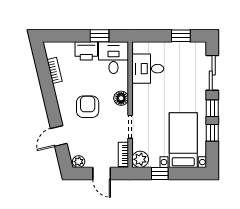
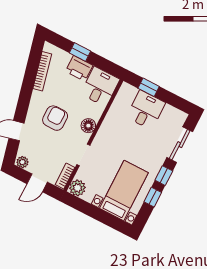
window: (99, 36) -> (80, 52), moved
window: (181, 36) -> (149, 87), moved
desk: (148, 69) -> (146, 110), moved, turned 90
bookcase: (54, 70) -> (42, 71), width x1.56
door: (102, 173) -> (37, 183), hinge flipped
window: (160, 173) -> (88, 209), removed

